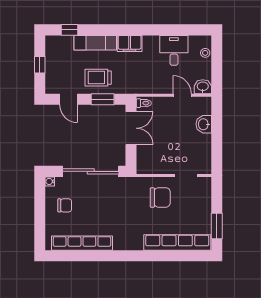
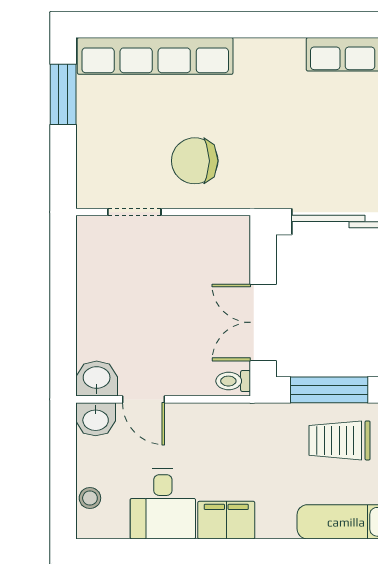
filing cabinet: (130, 43) -> (226, 520), moved
trolley: (98, 78) -> (340, 440), turned 180
window: (103, 99) -> (329, 390), width x1.44
washbasin: (204, 124) -> (97, 379), moved, turned -90

